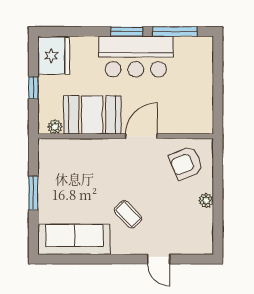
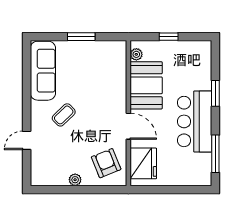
window: (127, 31) -> (215, 93), moved
fridge: (54, 56) -> (143, 163), moved, turned -90

